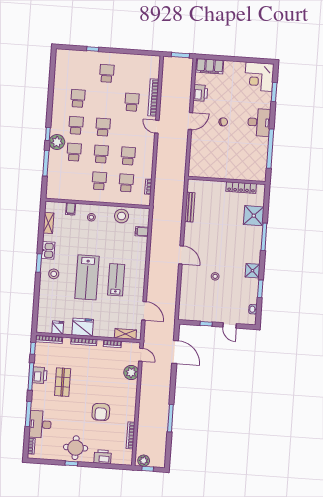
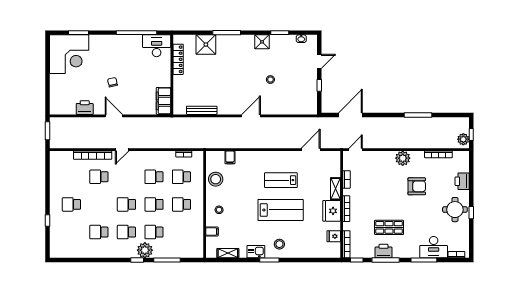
filing cabinet: (210, 66) -> (164, 101), moved, turned 180
corner desk: (259, 77) -> (69, 54), width x1.36, depth x1.36
desk: (259, 122) -> (157, 46), moved
shelving: (125, 334) -> (336, 189), moved
plant: (131, 373) -> (403, 158), moved

